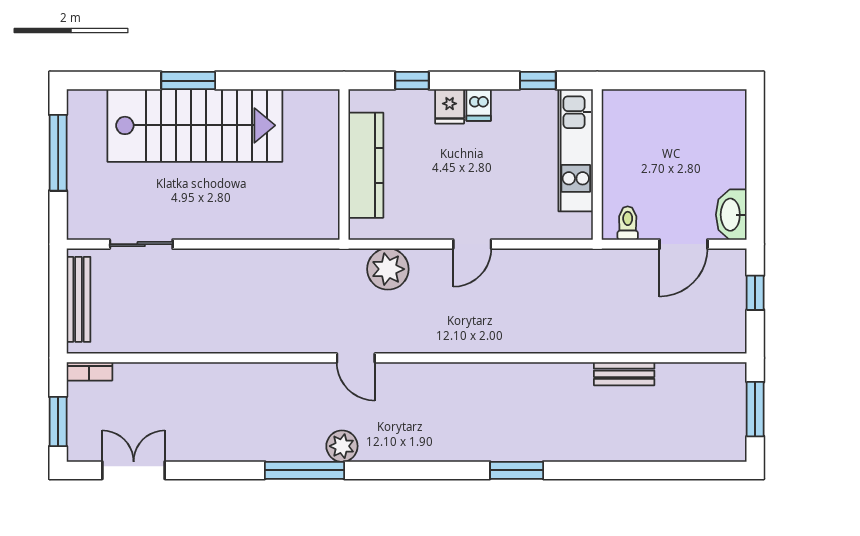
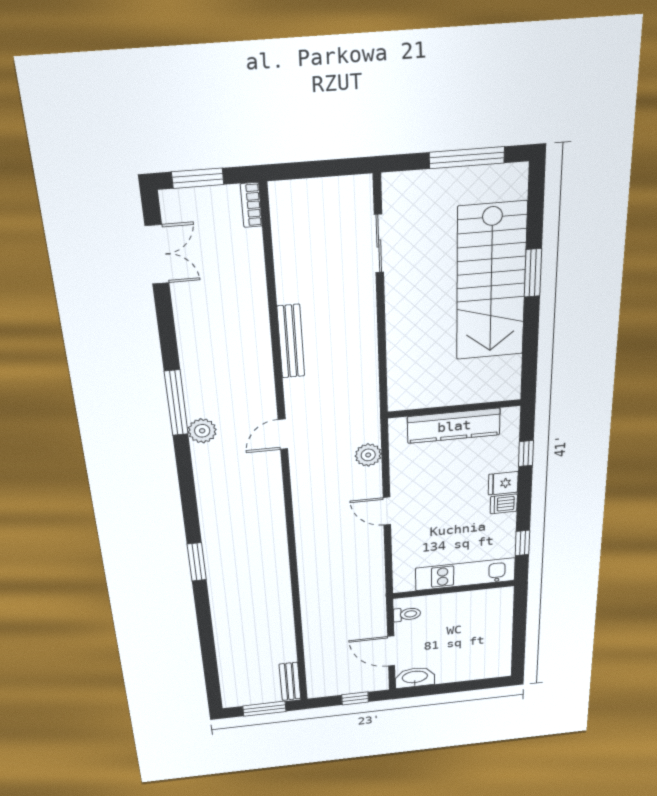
plant: (388, 269) -> (368, 455), width x0.73, depth x0.73
bench: (78, 299) -> (291, 341), moved, turned 90
bench: (624, 374) -> (290, 681), moved

